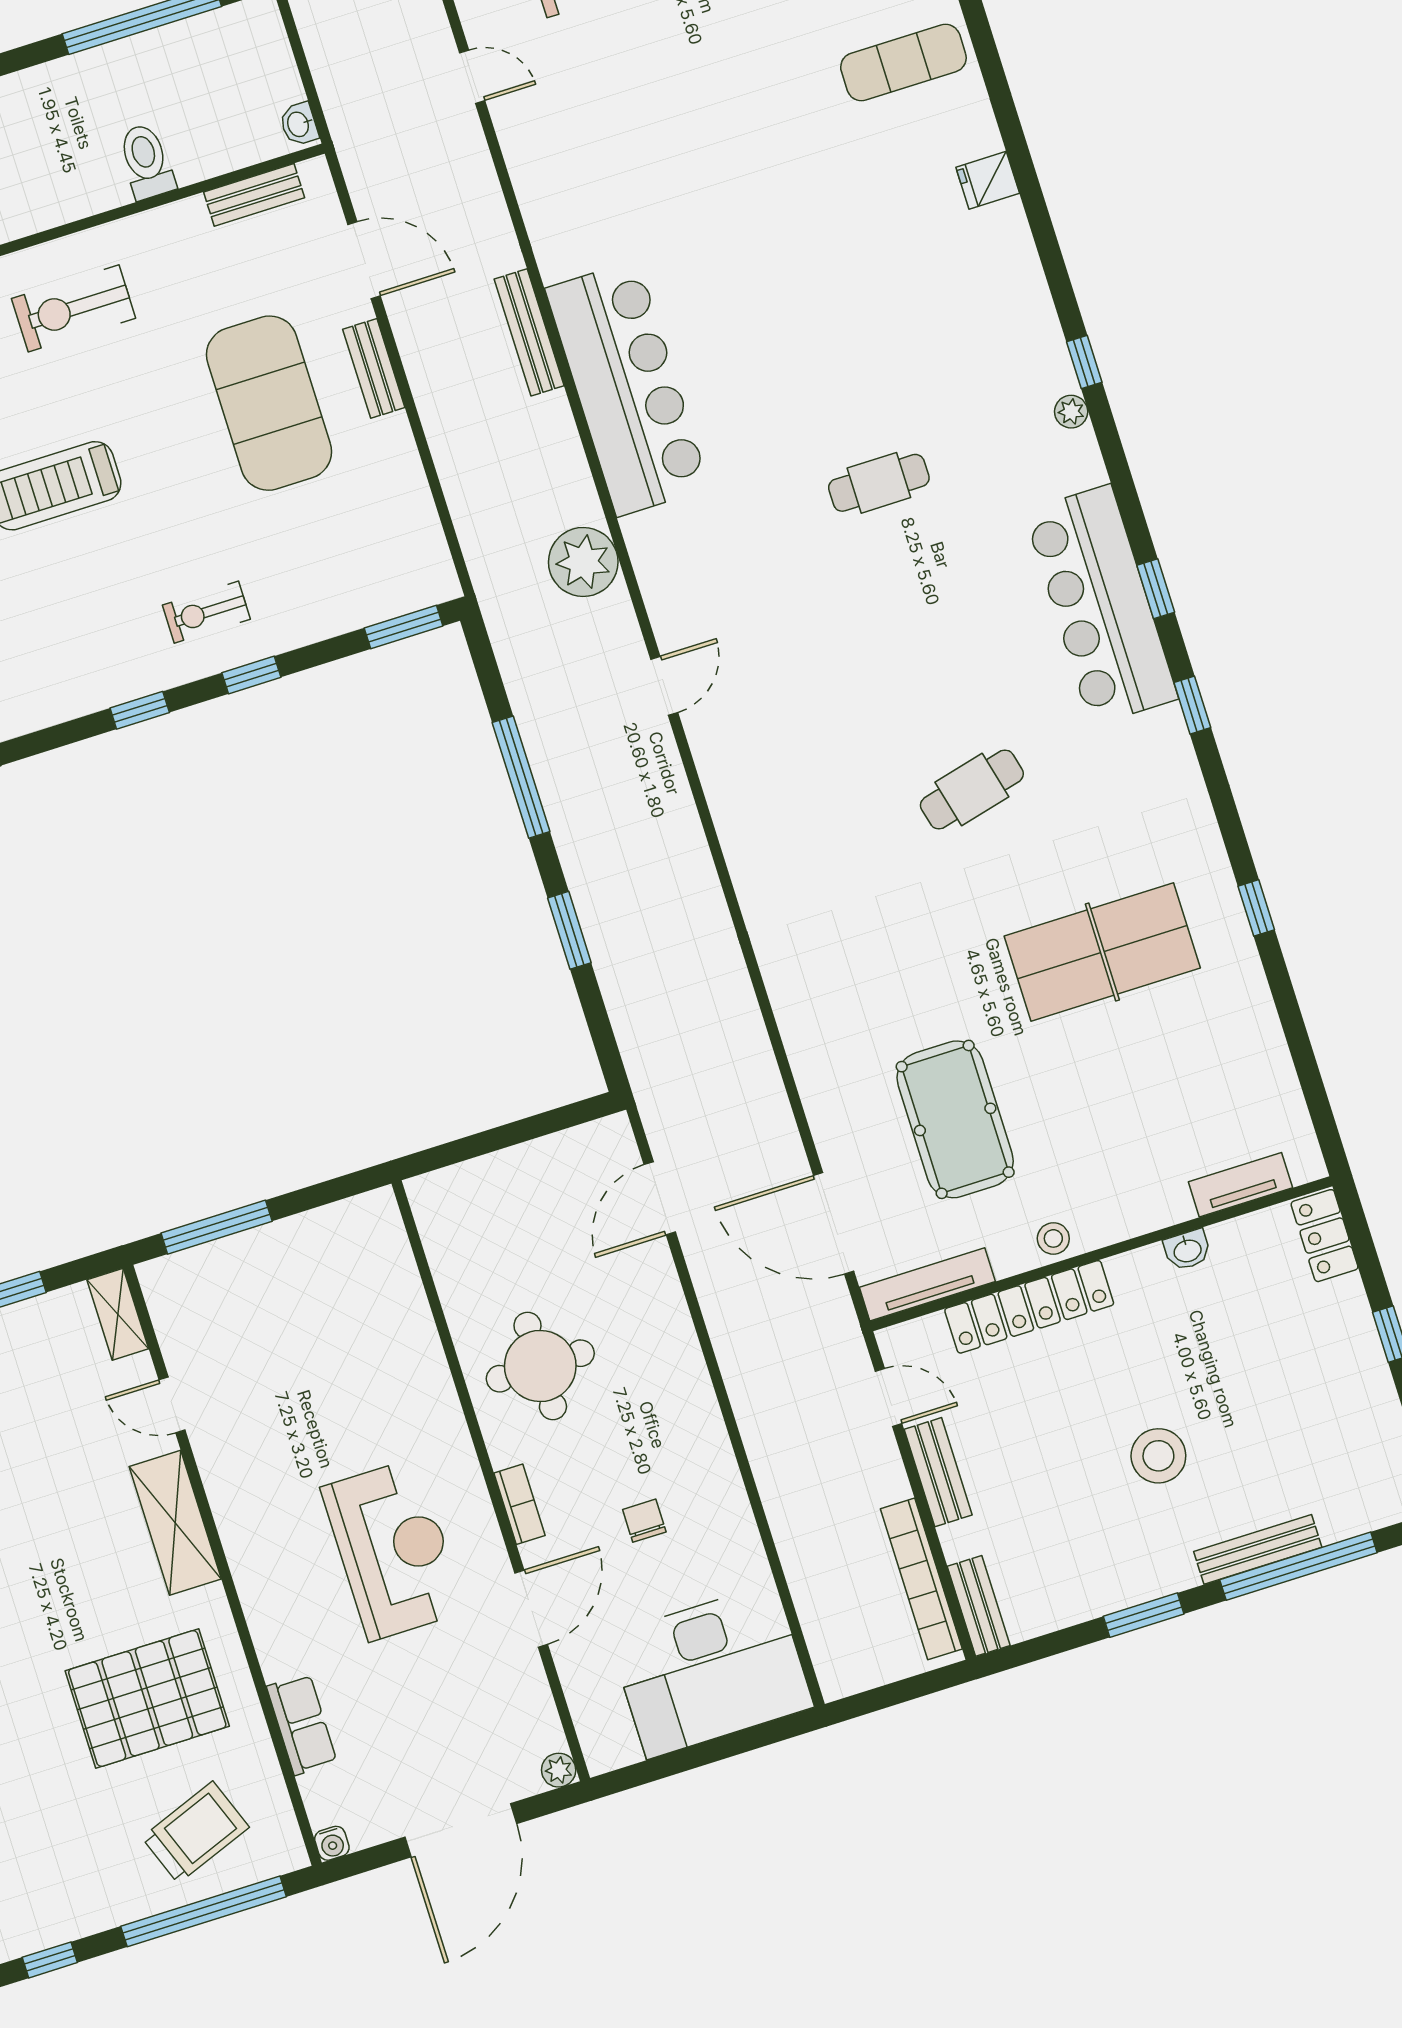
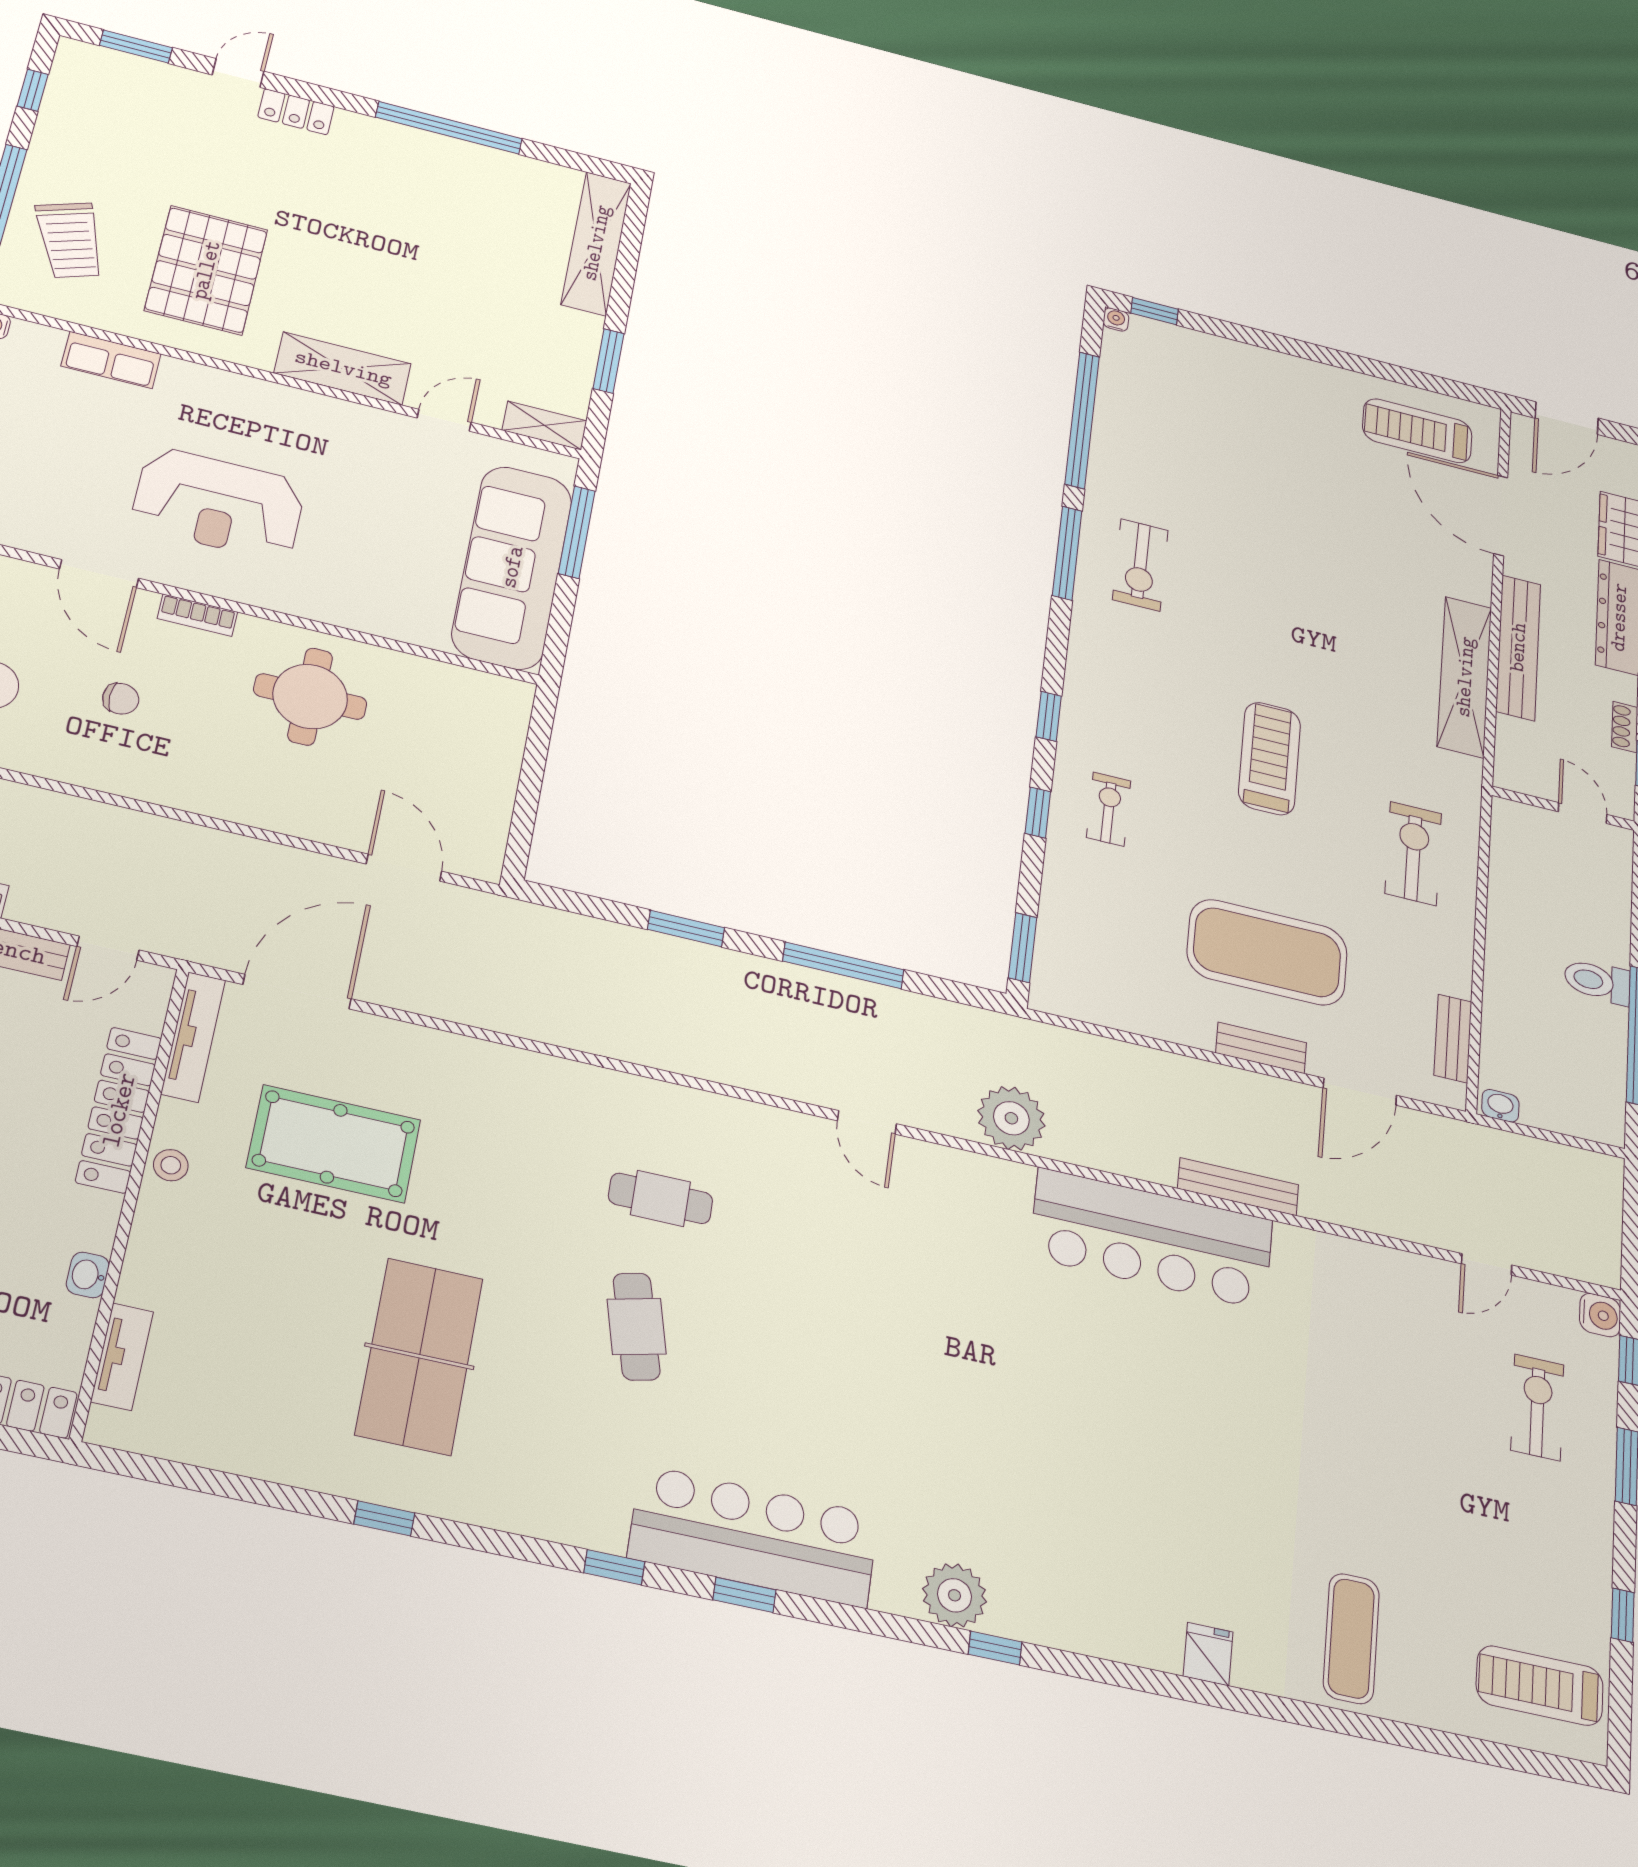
toilet: (146, 161) -> (1597, 981), moved, turned 180
plant: (1071, 412) -> (955, 1595), width x1.88, depth x1.88
cafe table: (879, 483) -> (661, 1198), moved, turned 90
sofa: (292, 1264) -> (512, 567), added

